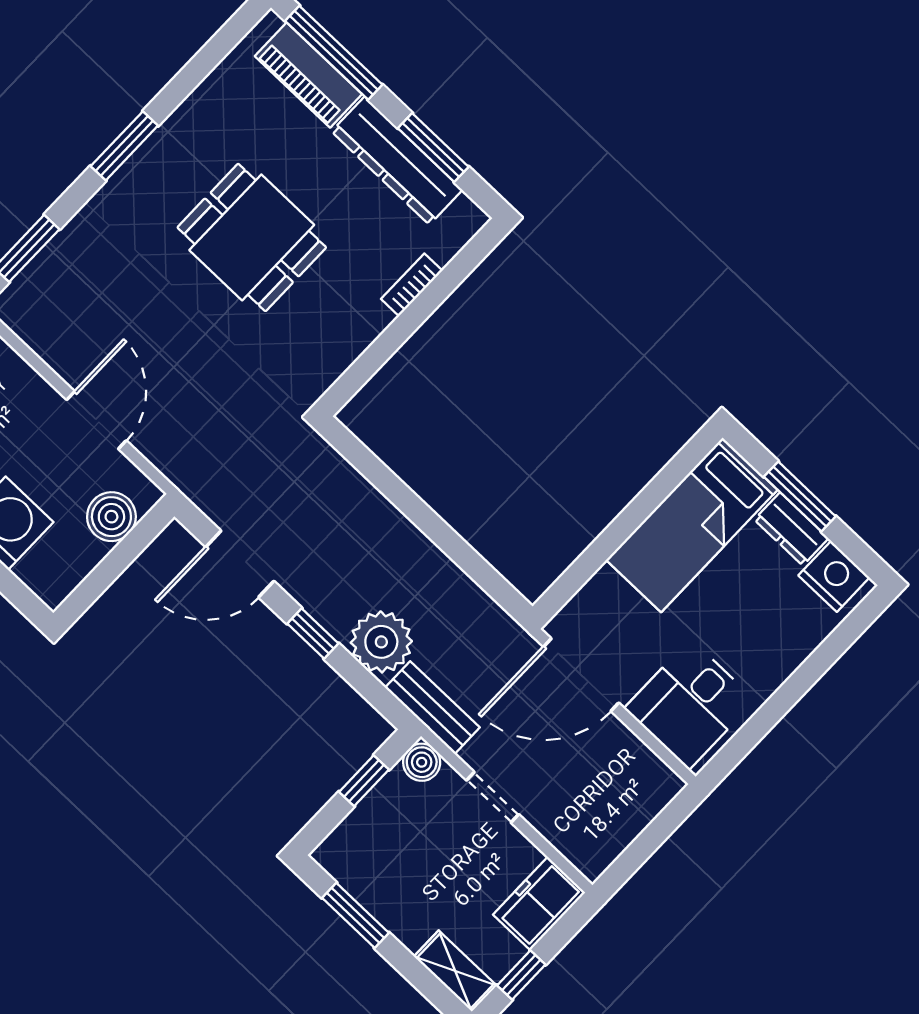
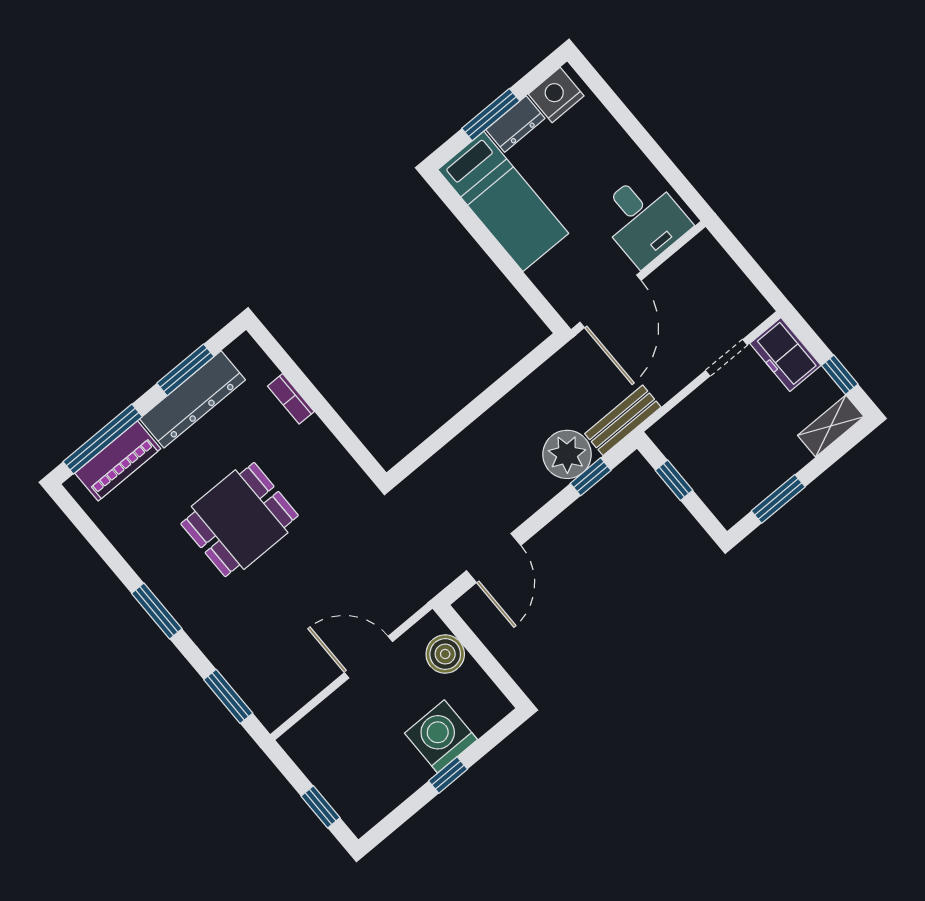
window: (313, 634) -> (591, 477), moved
boiler: (422, 762) -> (665, 434), removed
doorway: (493, 797) -> (726, 358), moved

